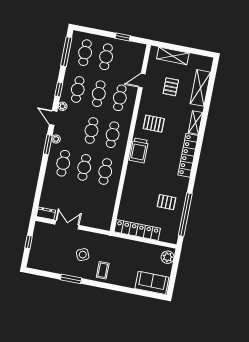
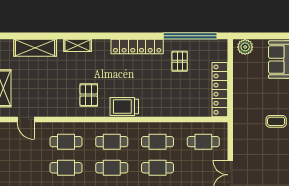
cafe table: (106, 57) -> (203, 142), moved
door: (142, 81) -> (26, 120), moved
pallet: (171, 87) -> (41, 83), removed
trolley: (139, 150) -> (124, 106), turned 180
locker: (188, 155) -> (137, 47), moved
side table: (83, 255) -> (262, 149), removed

